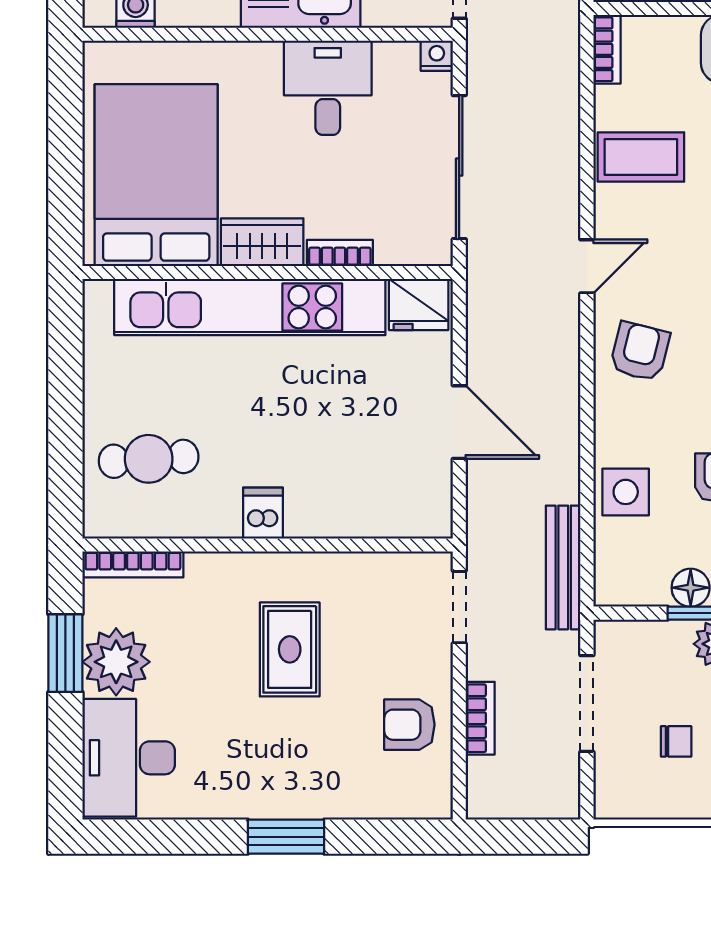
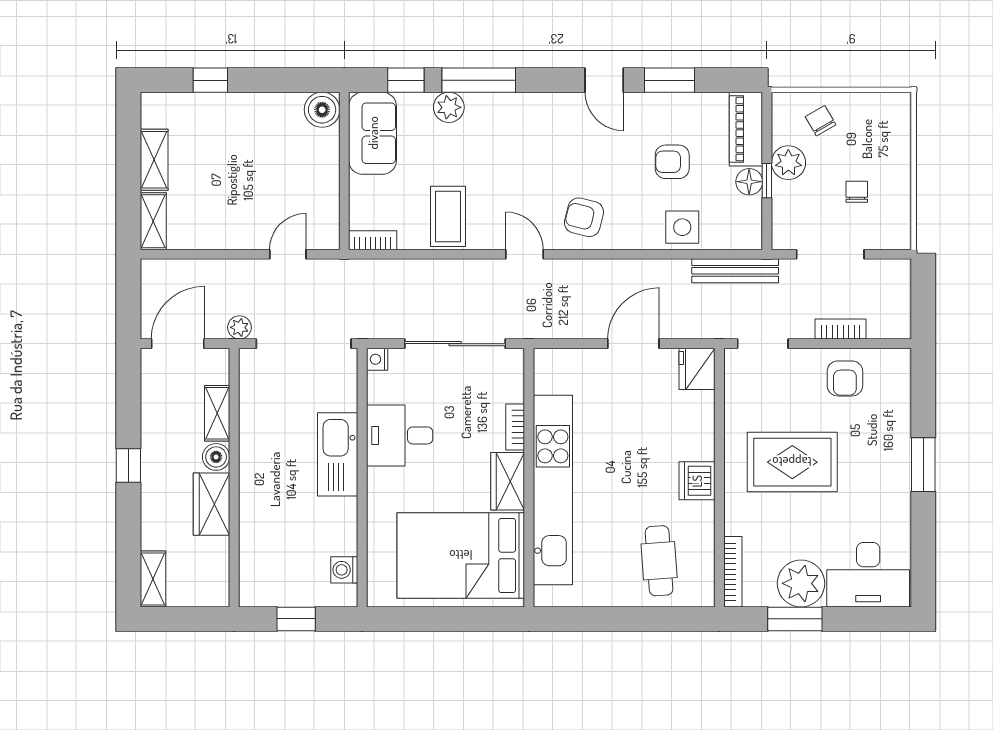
fridge: (419, 305) -> (697, 369), moved, turned 180
dishwasher: (263, 513) -> (697, 481), width x1.38
rug: (290, 649) -> (792, 462), width x1.36, depth x1.43

